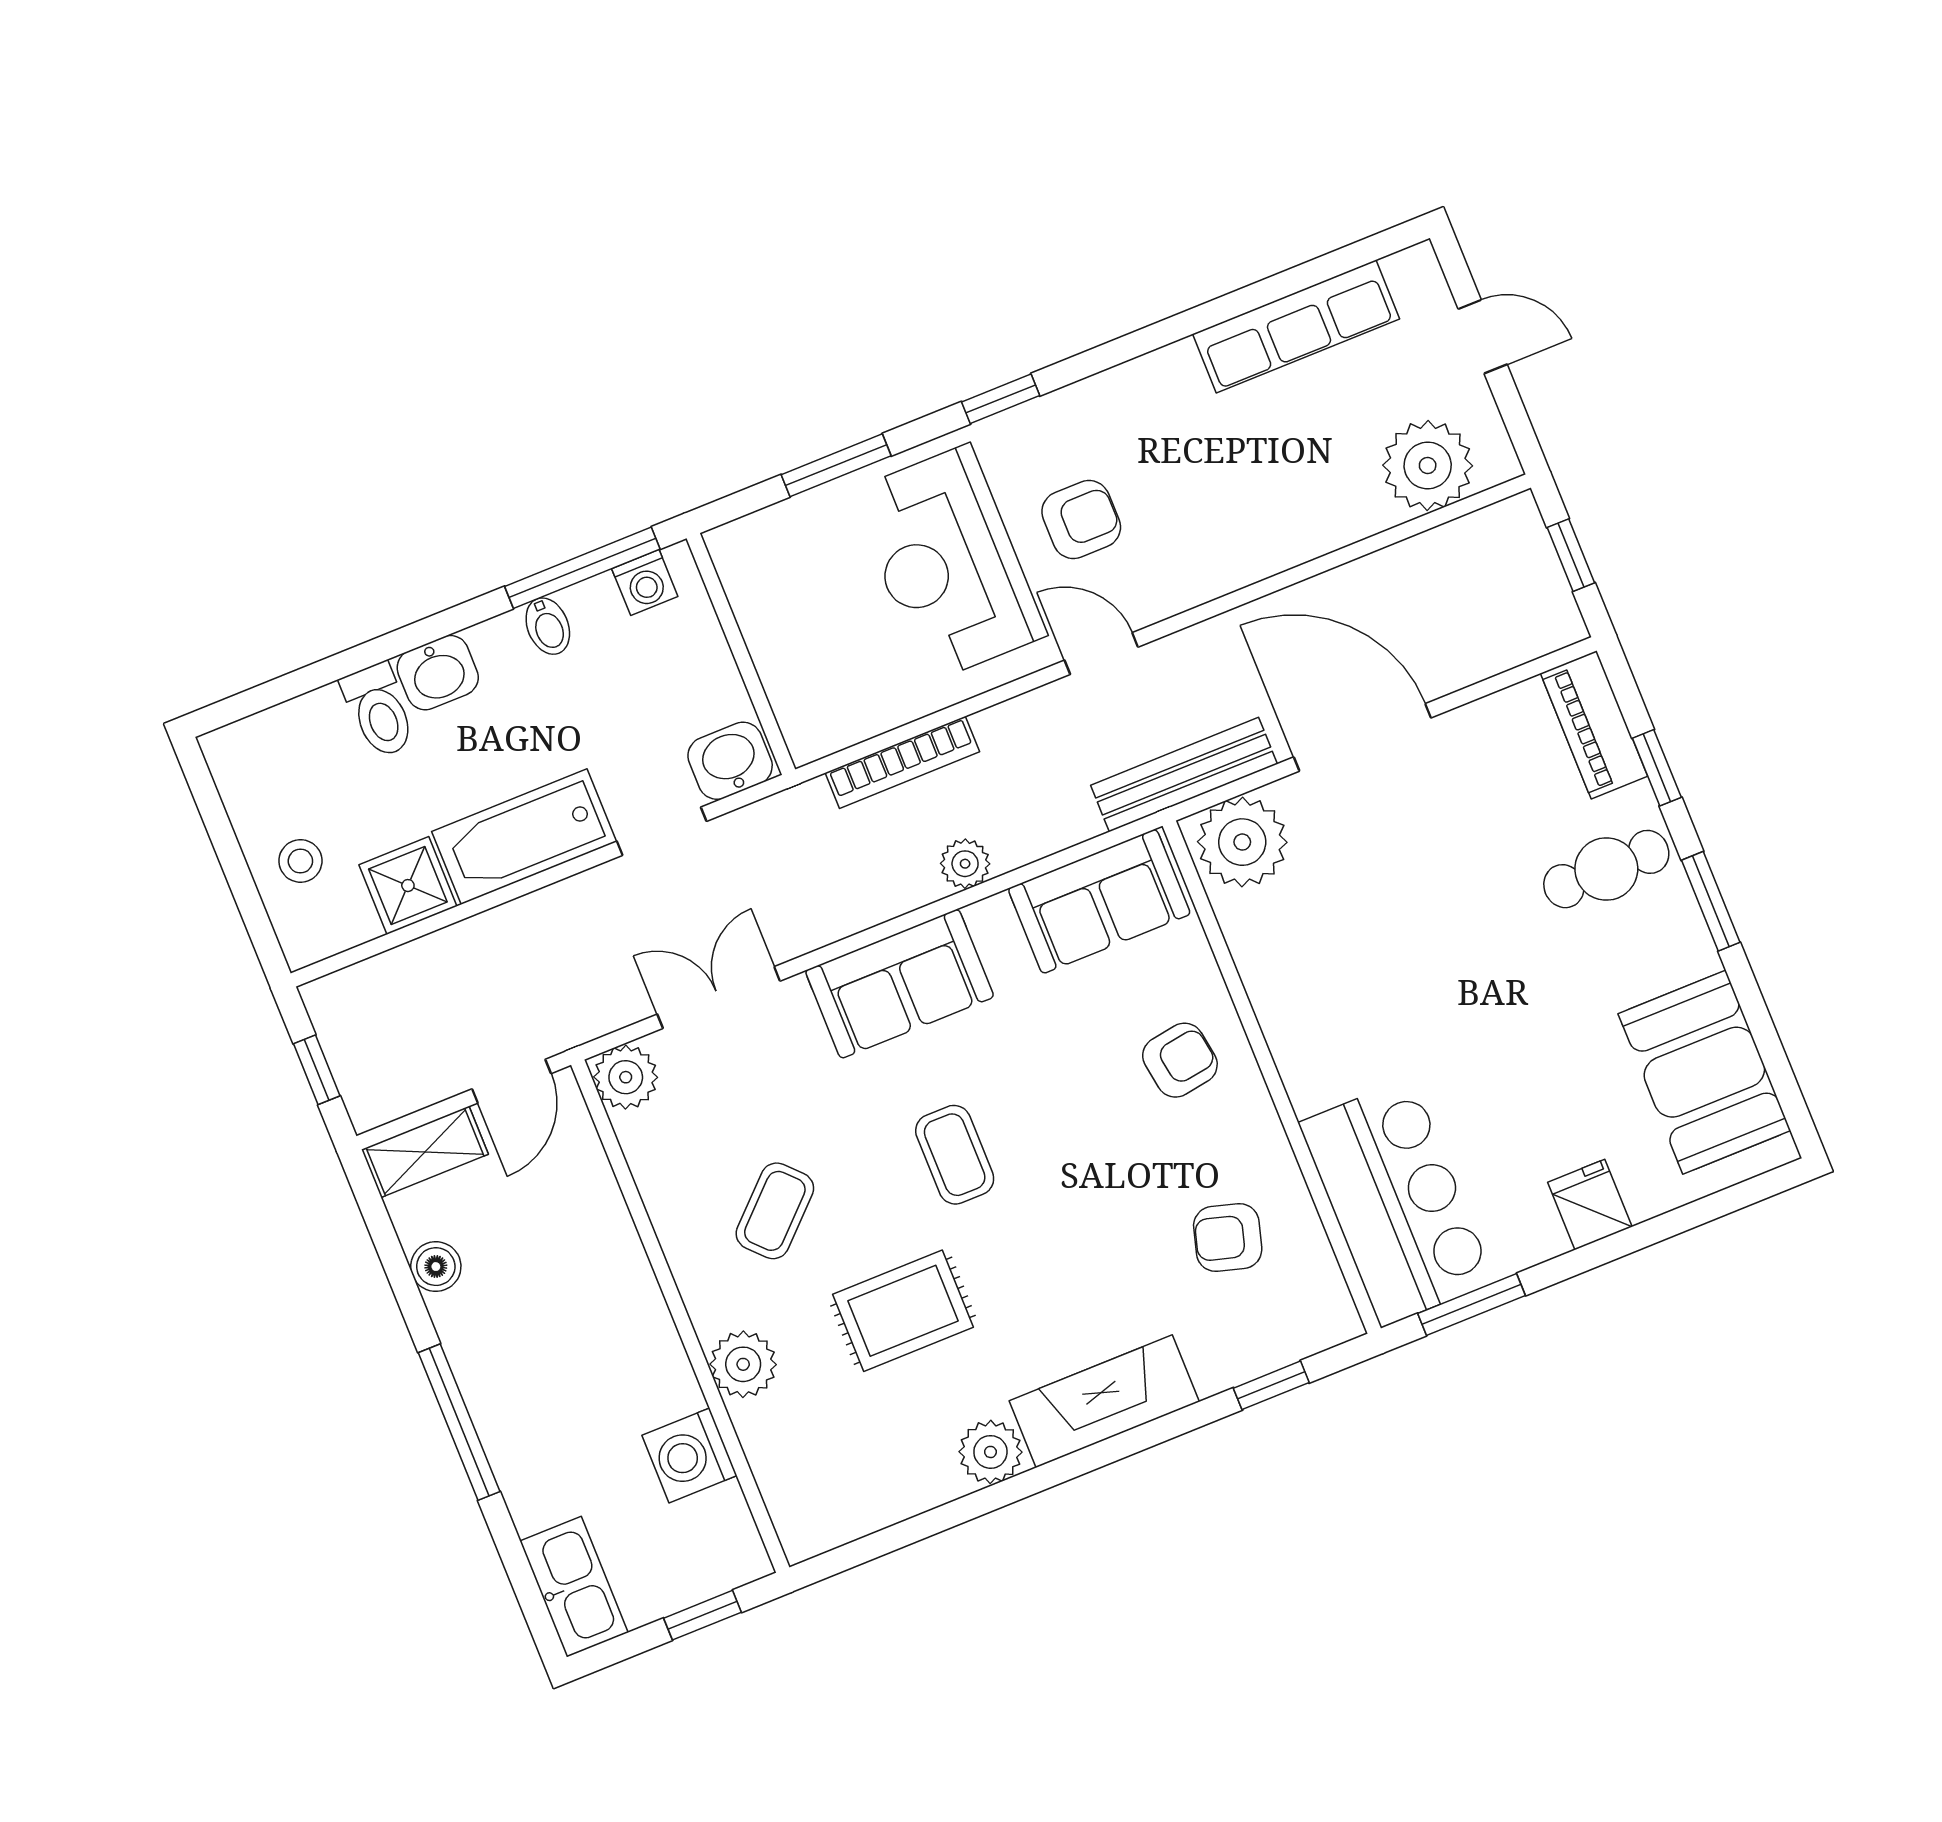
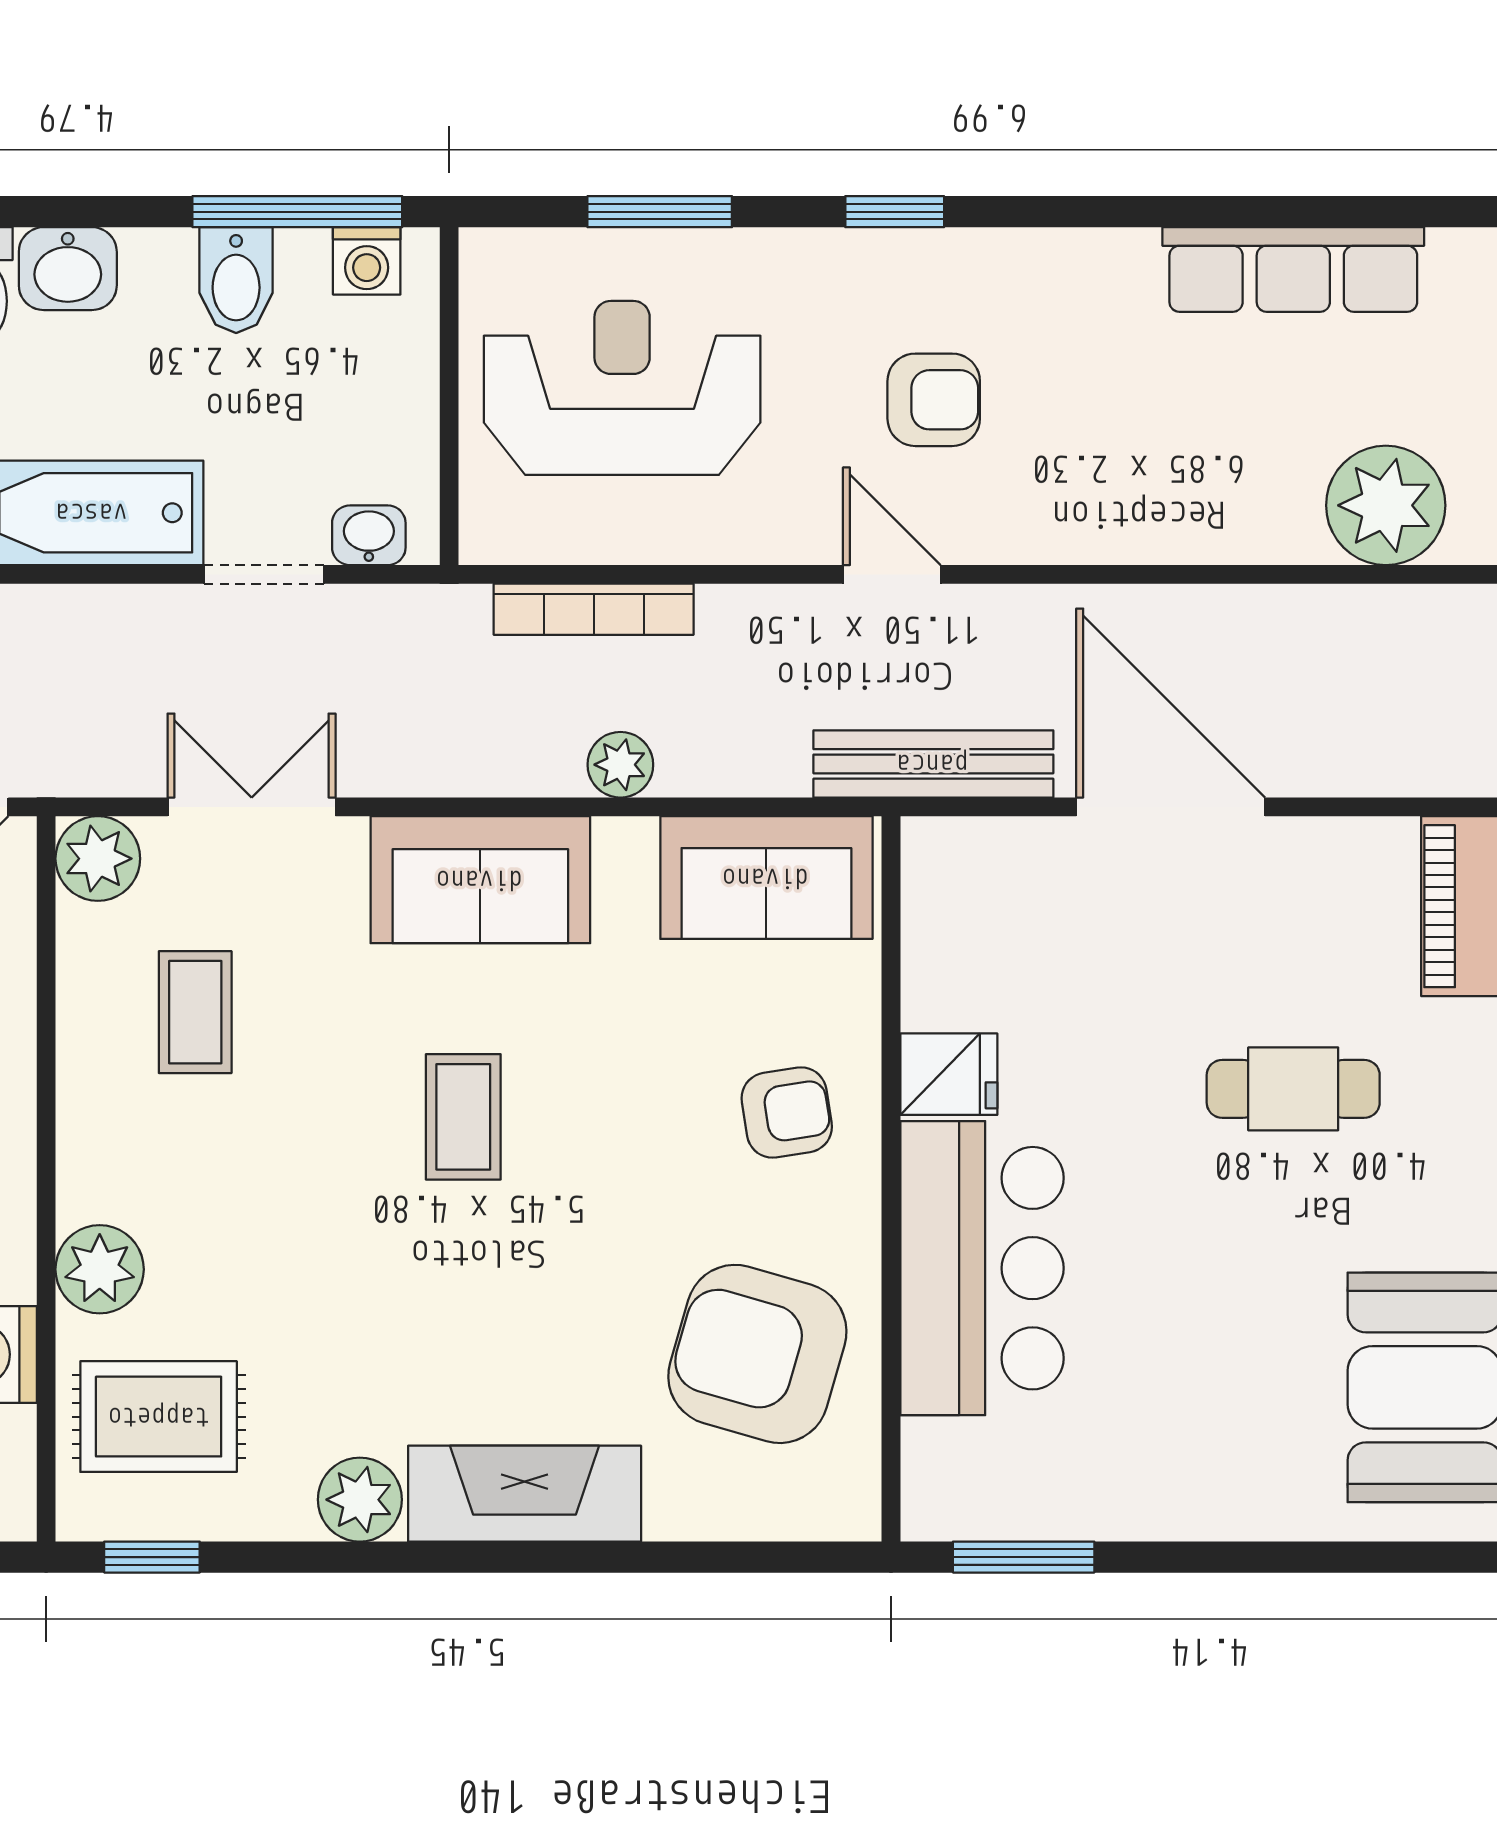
reception desk: (948, 563) -> (622, 388), moved, turned 90
bidet: (548, 626) -> (236, 280), width x1.38, depth x1.36
washbasin: (730, 761) -> (369, 535), width x0.72, depth x0.69
plant: (1242, 842) -> (971, 876), removed
cafe table: (1606, 869) -> (1293, 1089), moved
bar counter: (1396, 1202) -> (982, 1268), moved
fridge: (1590, 1205) -> (949, 1074), moved, turned 90
coffee table: (775, 1211) -> (195, 1012), moved, turned -46
armchair: (1228, 1238) -> (757, 1354), width x1.88, depth x1.88
rug: (903, 1311) -> (159, 1417), moved
window: (1271, 1385) -> (152, 1557), moved

